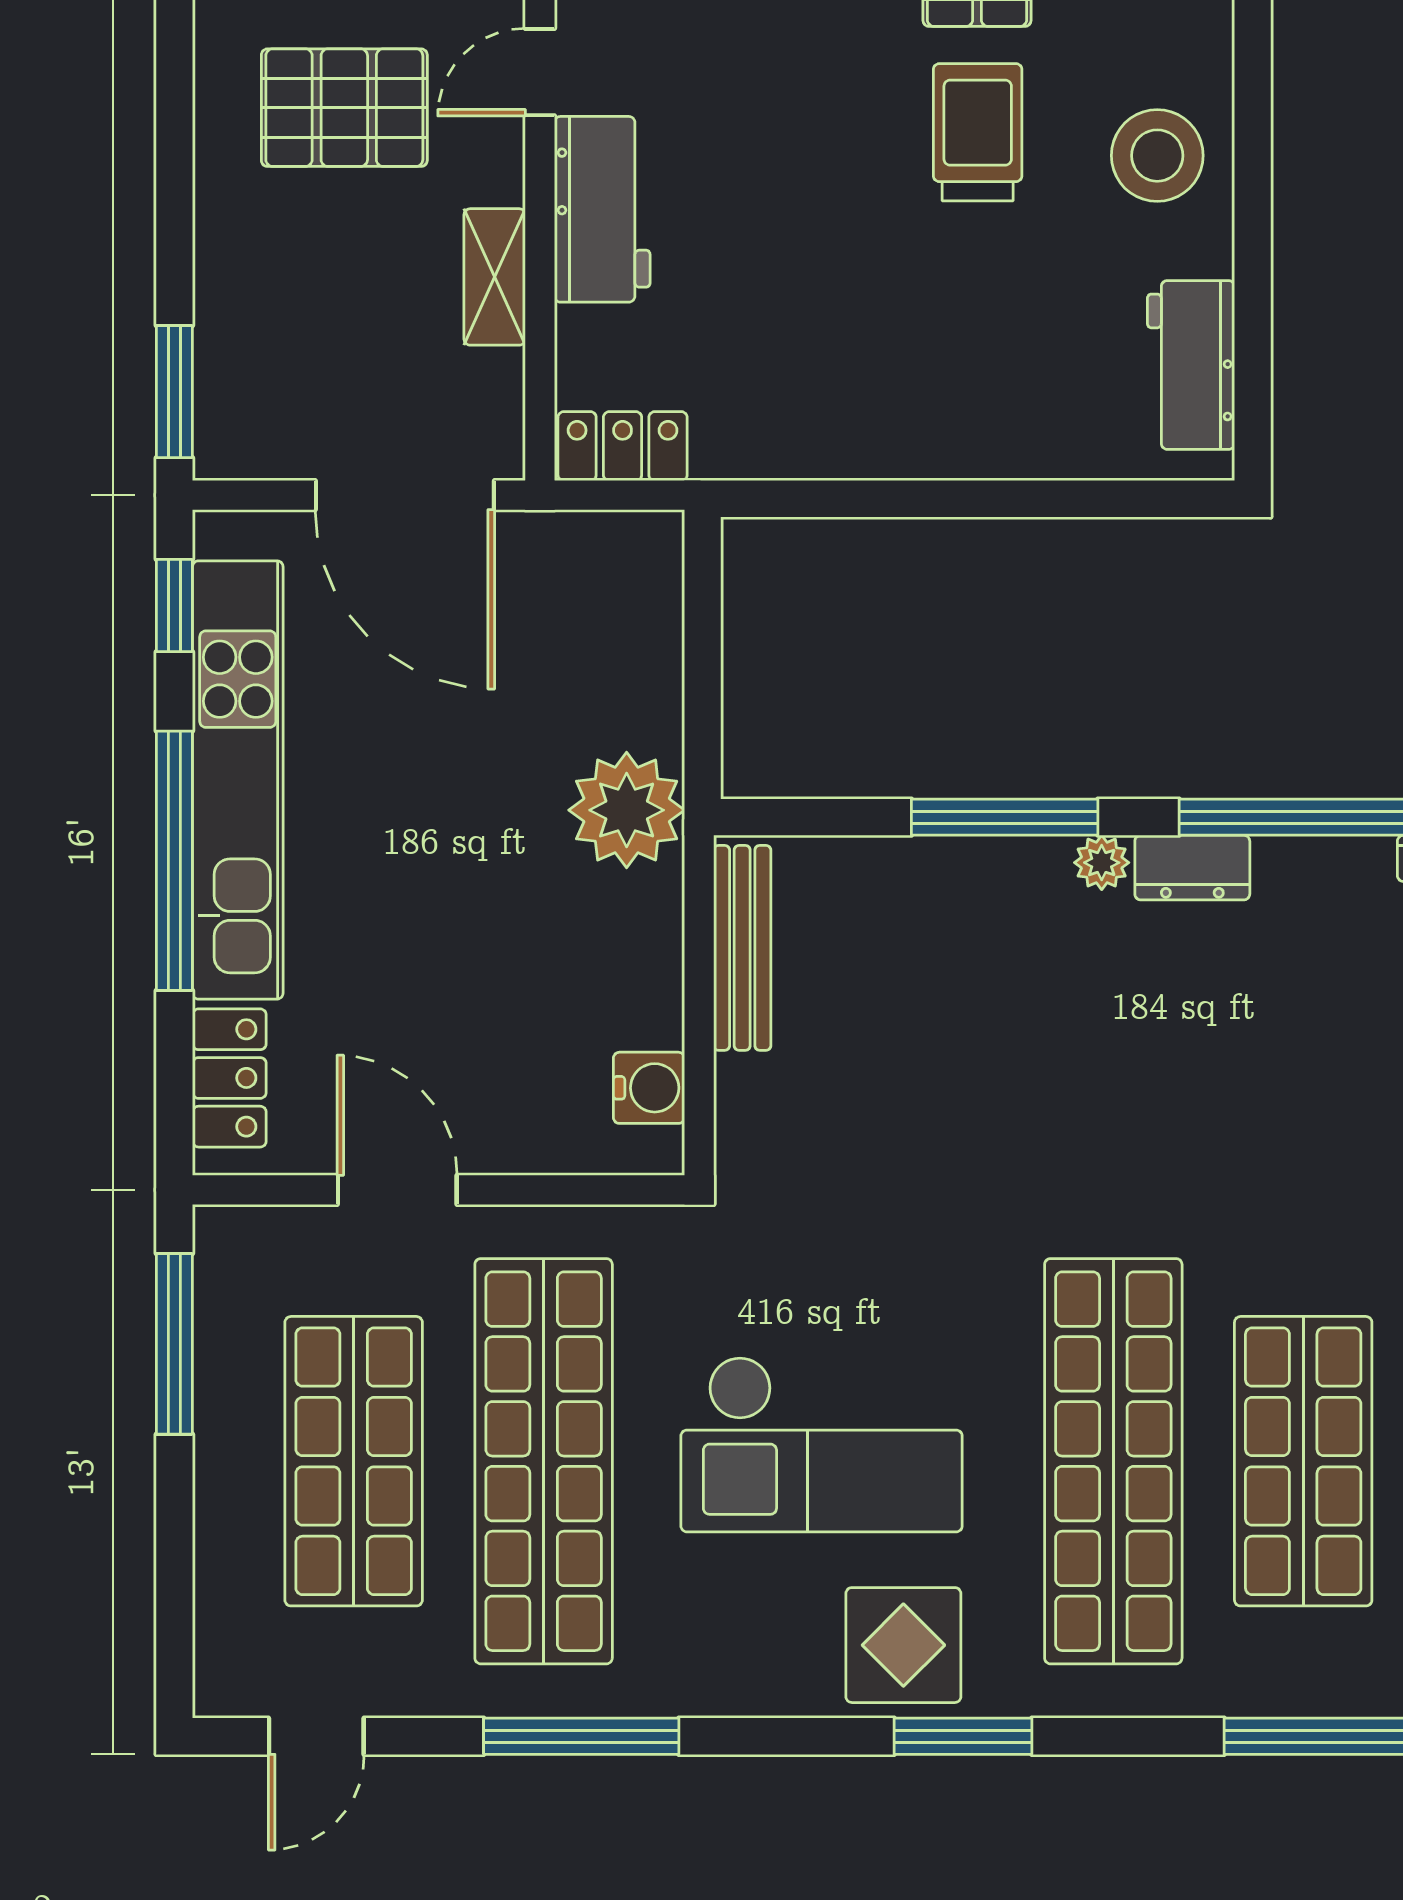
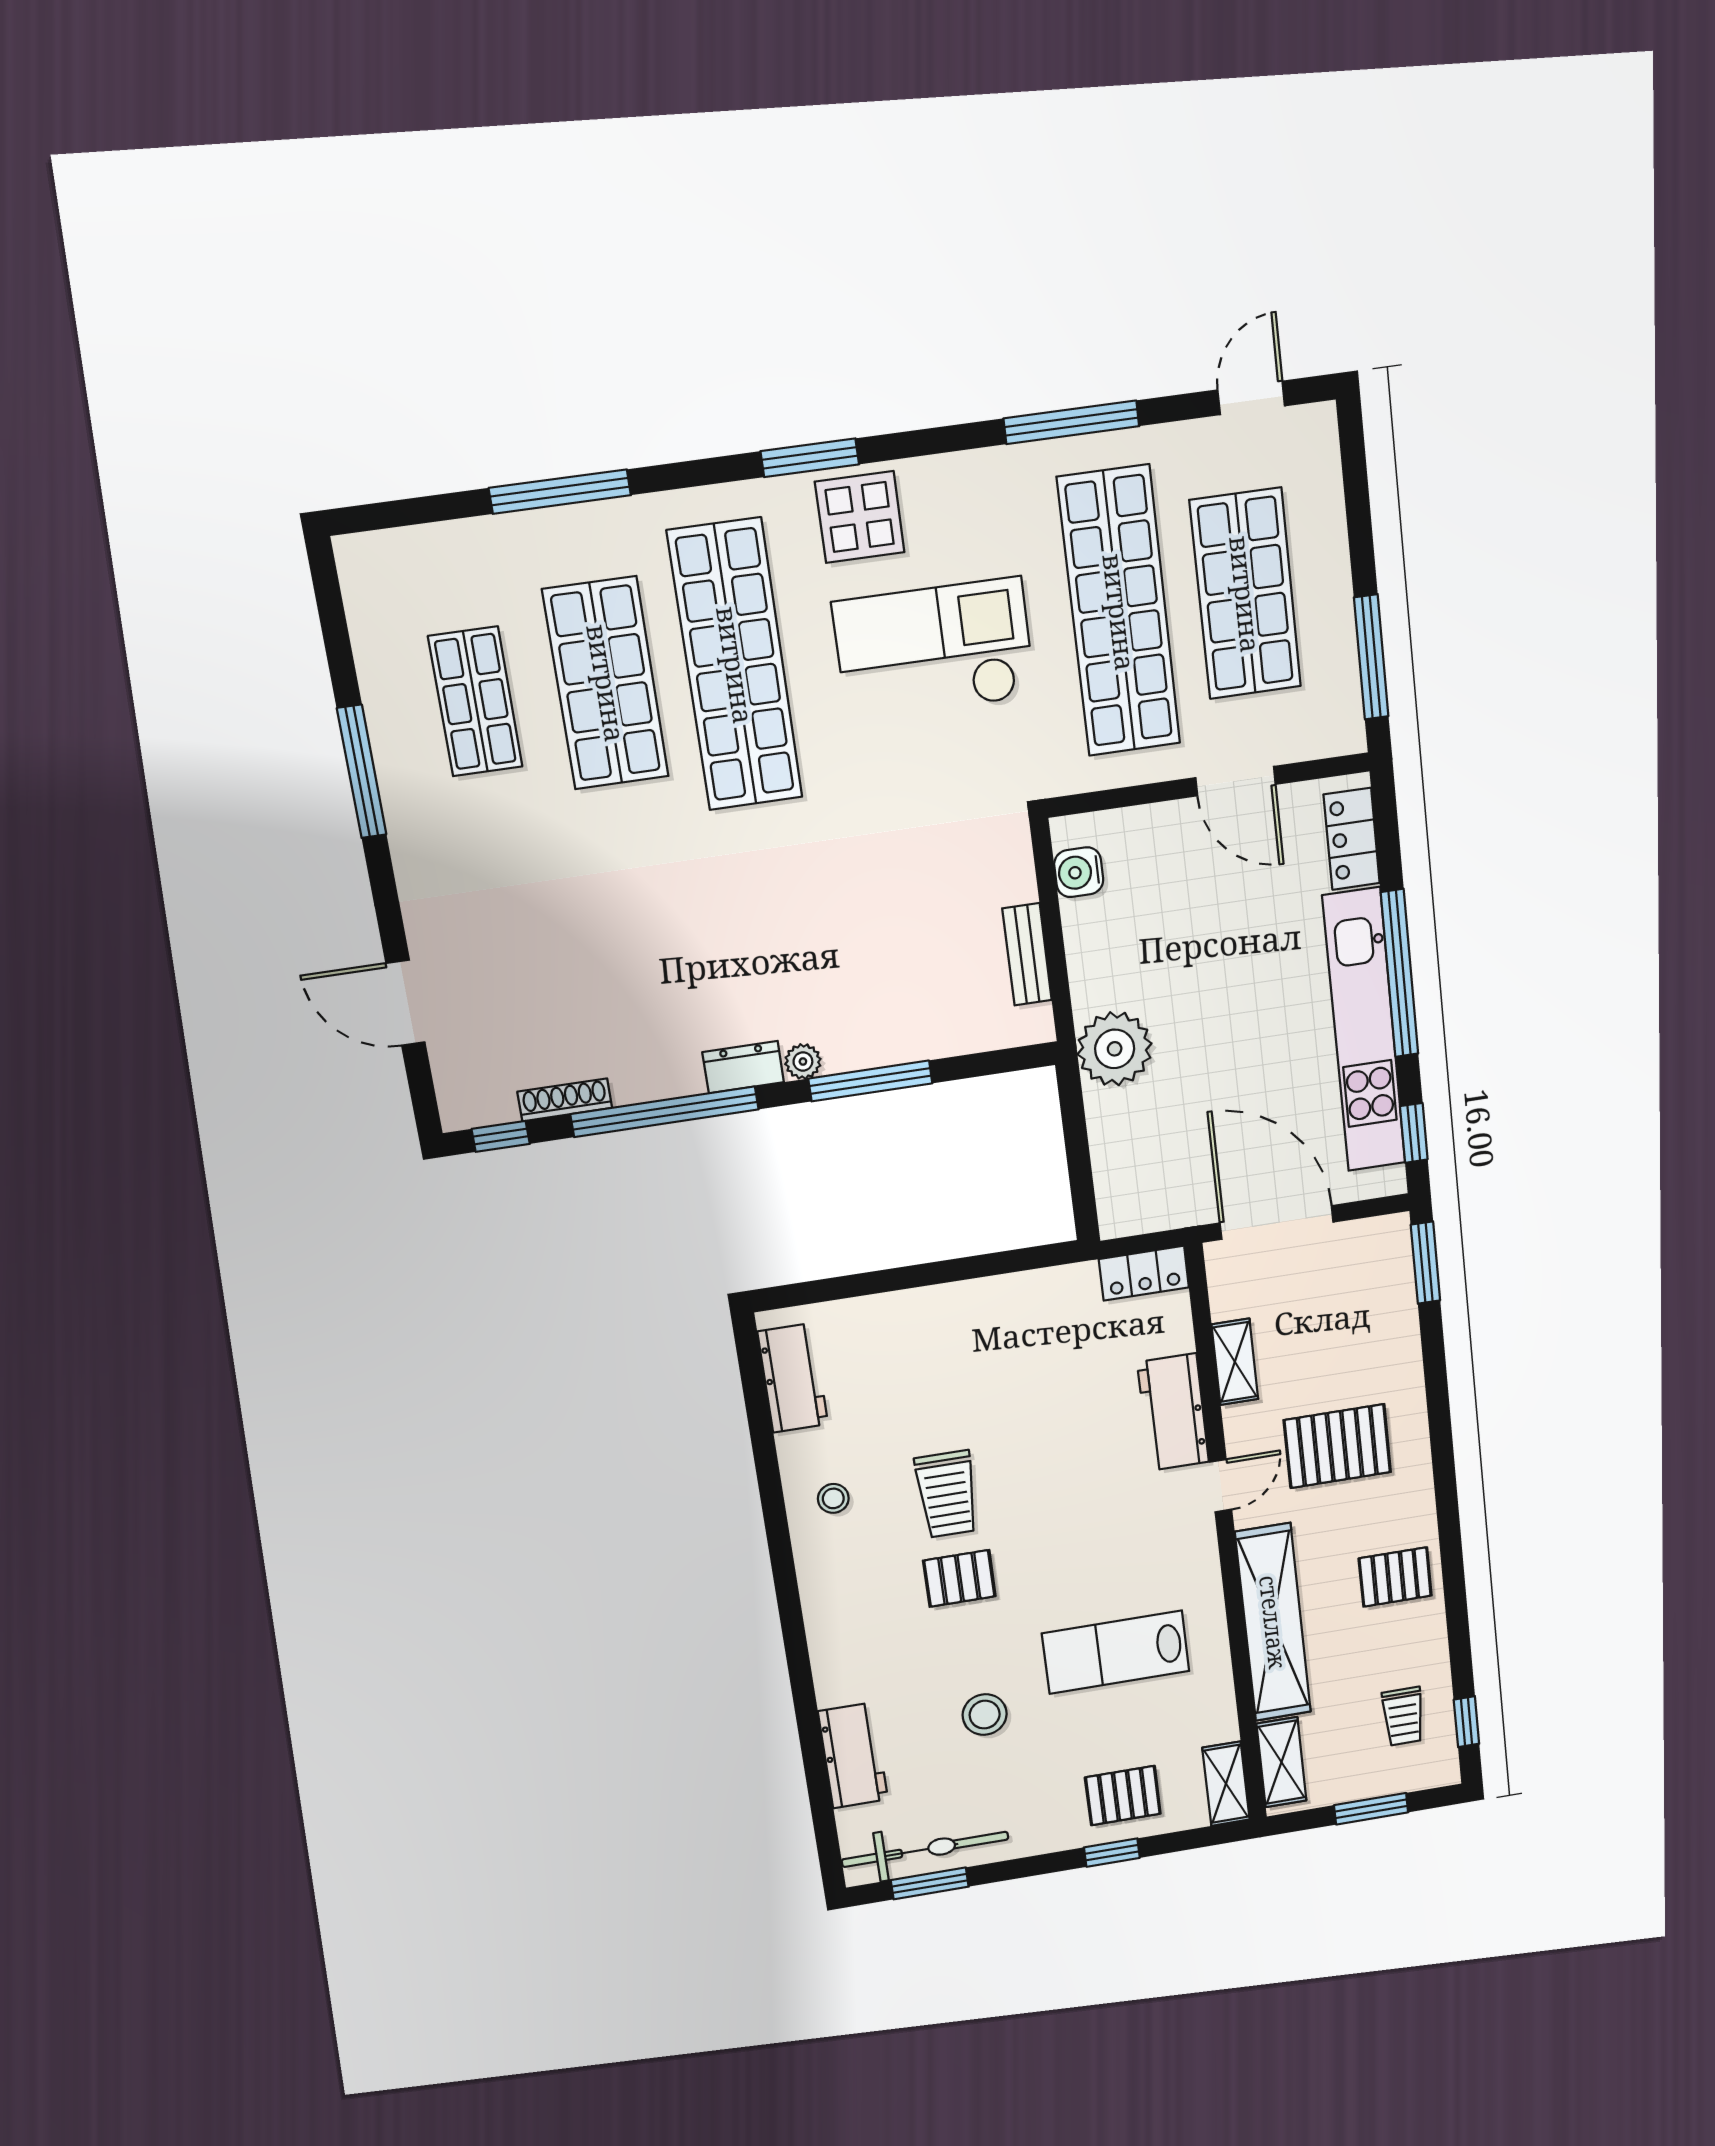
stool: (1157, 156) -> (833, 1498), width x0.53, depth x0.53
bench: (742, 948) -> (1027, 954), width x0.73

